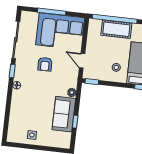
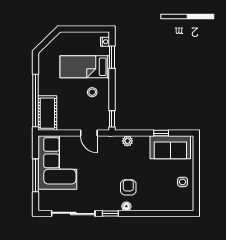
cot: (116, 29) -> (47, 113), moved
door: (82, 61) -> (89, 133), hinge flipped
armchair: (45, 64) -> (128, 187), moved, turned -89
sofa: (64, 114) -> (170, 147), moved

